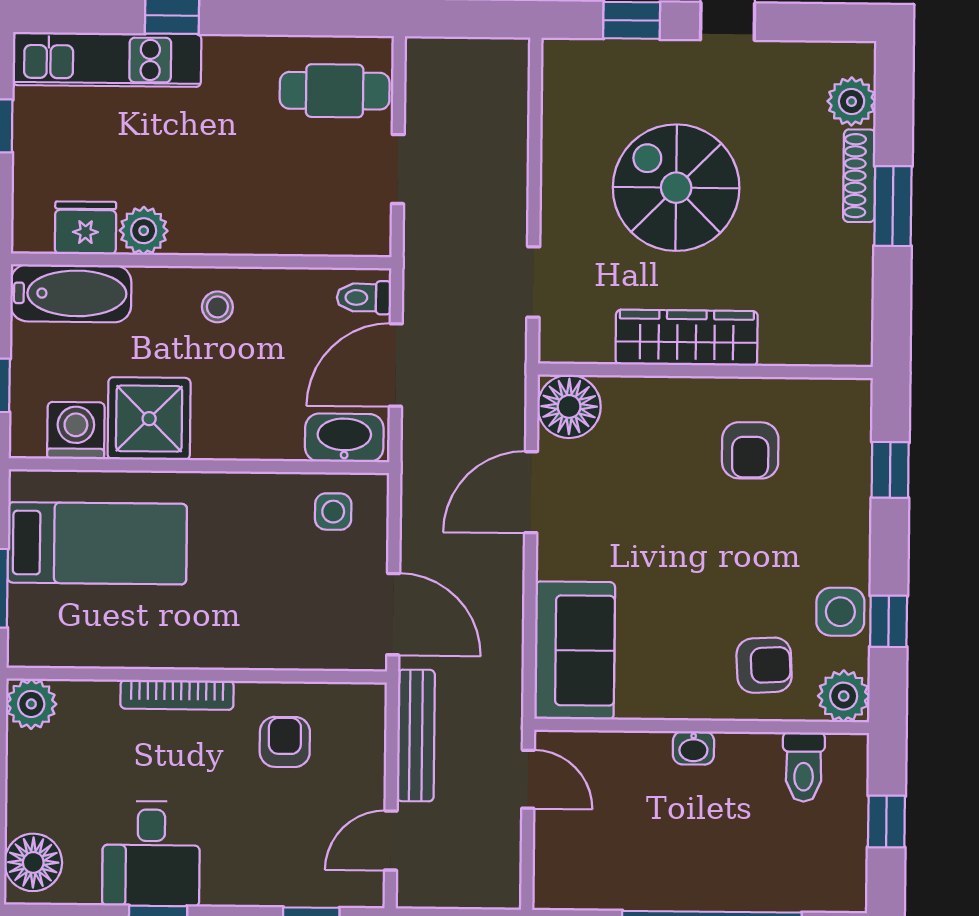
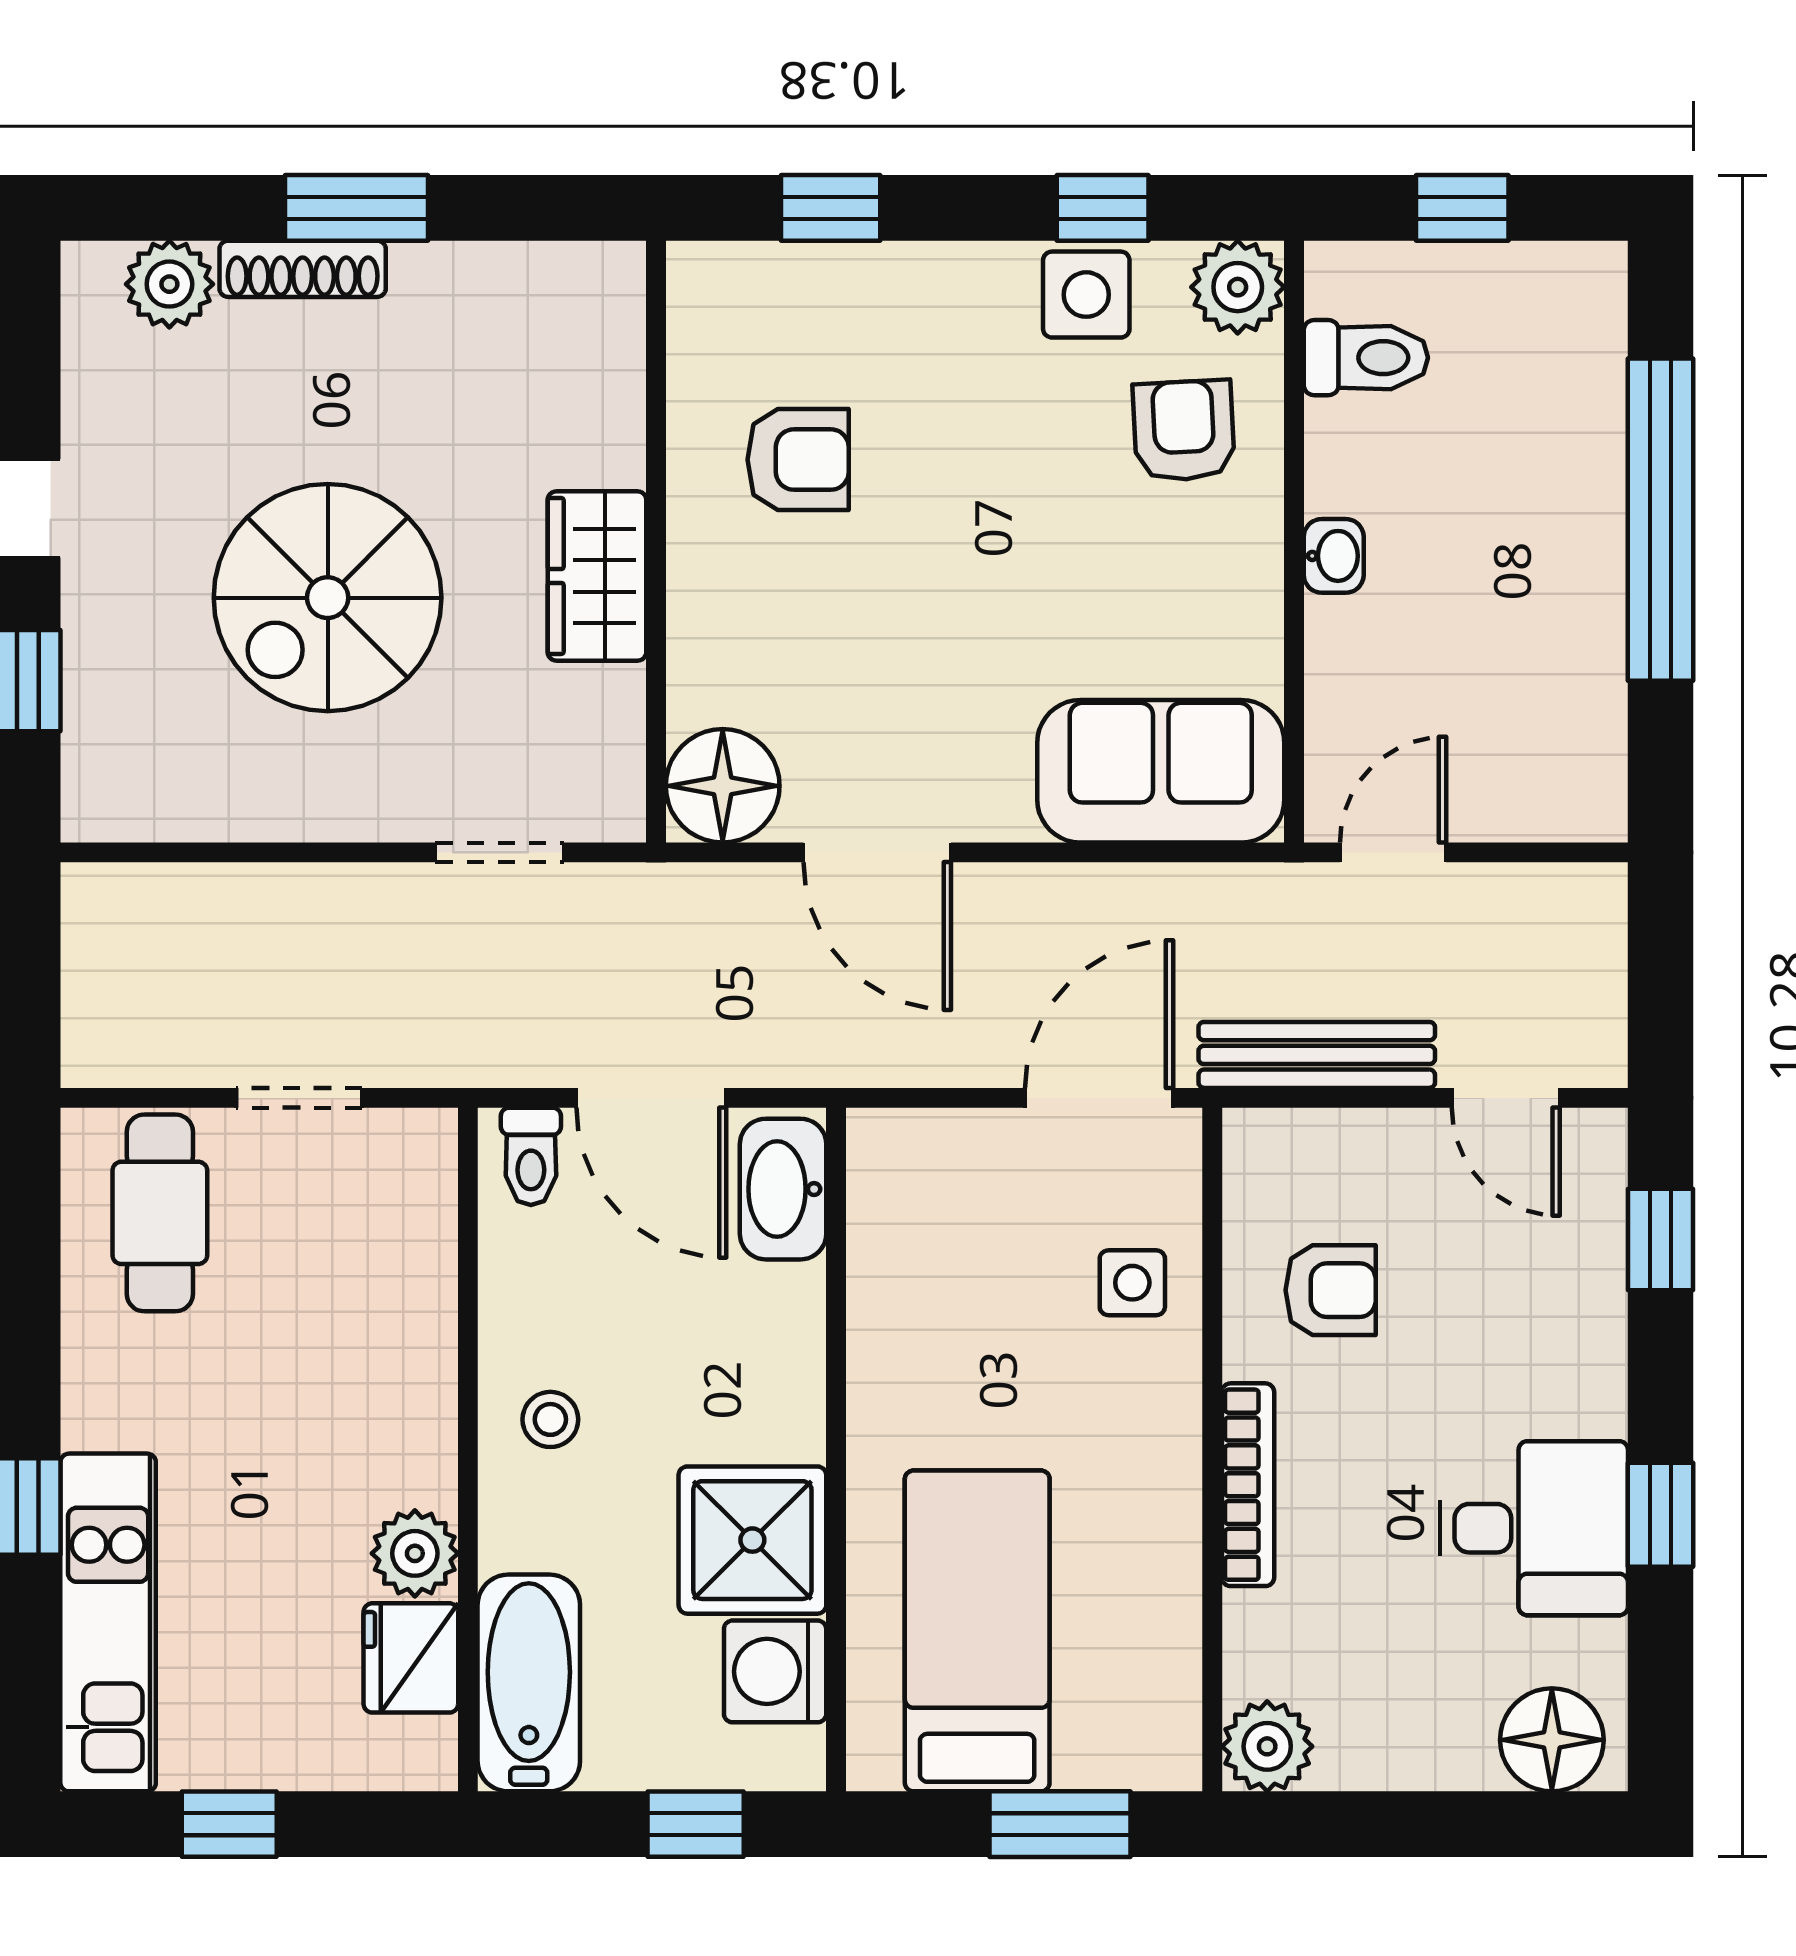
wardrobe: (687, 338) -> (597, 576), width x0.67
side table: (333, 512) -> (1132, 1283), moved
armchair: (285, 742) -> (1331, 1290), turned 180

